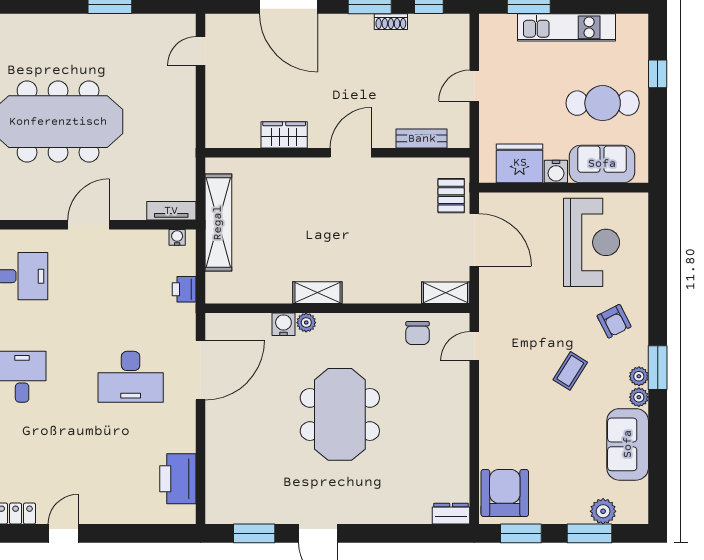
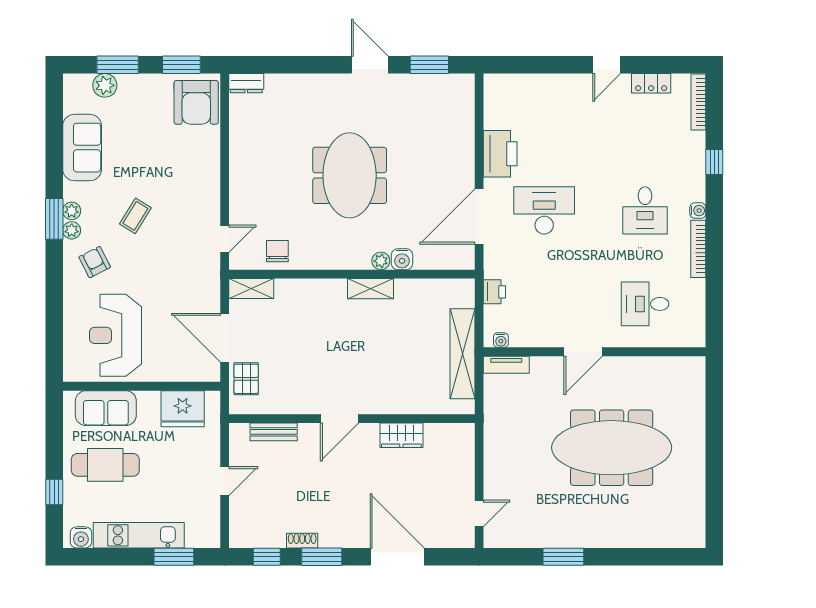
water cooler: (556, 172) -> (81, 537), moved, turned 180
plant: (639, 397) -> (72, 230), moved
printer: (178, 479) -> (500, 154), moved

